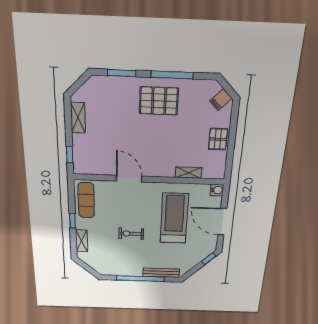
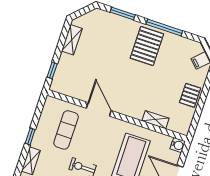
pallet: (159, 101) -> (147, 46), turned 90
exercise mat: (86, 200) -> (66, 130), moved

